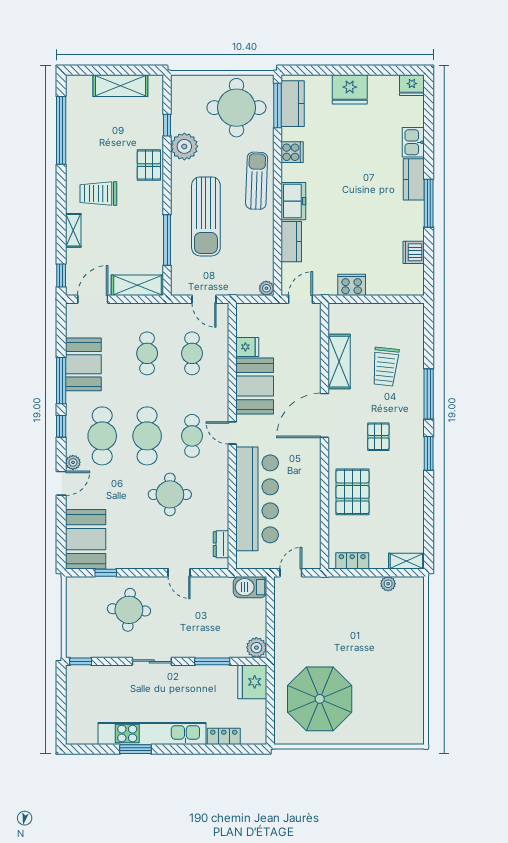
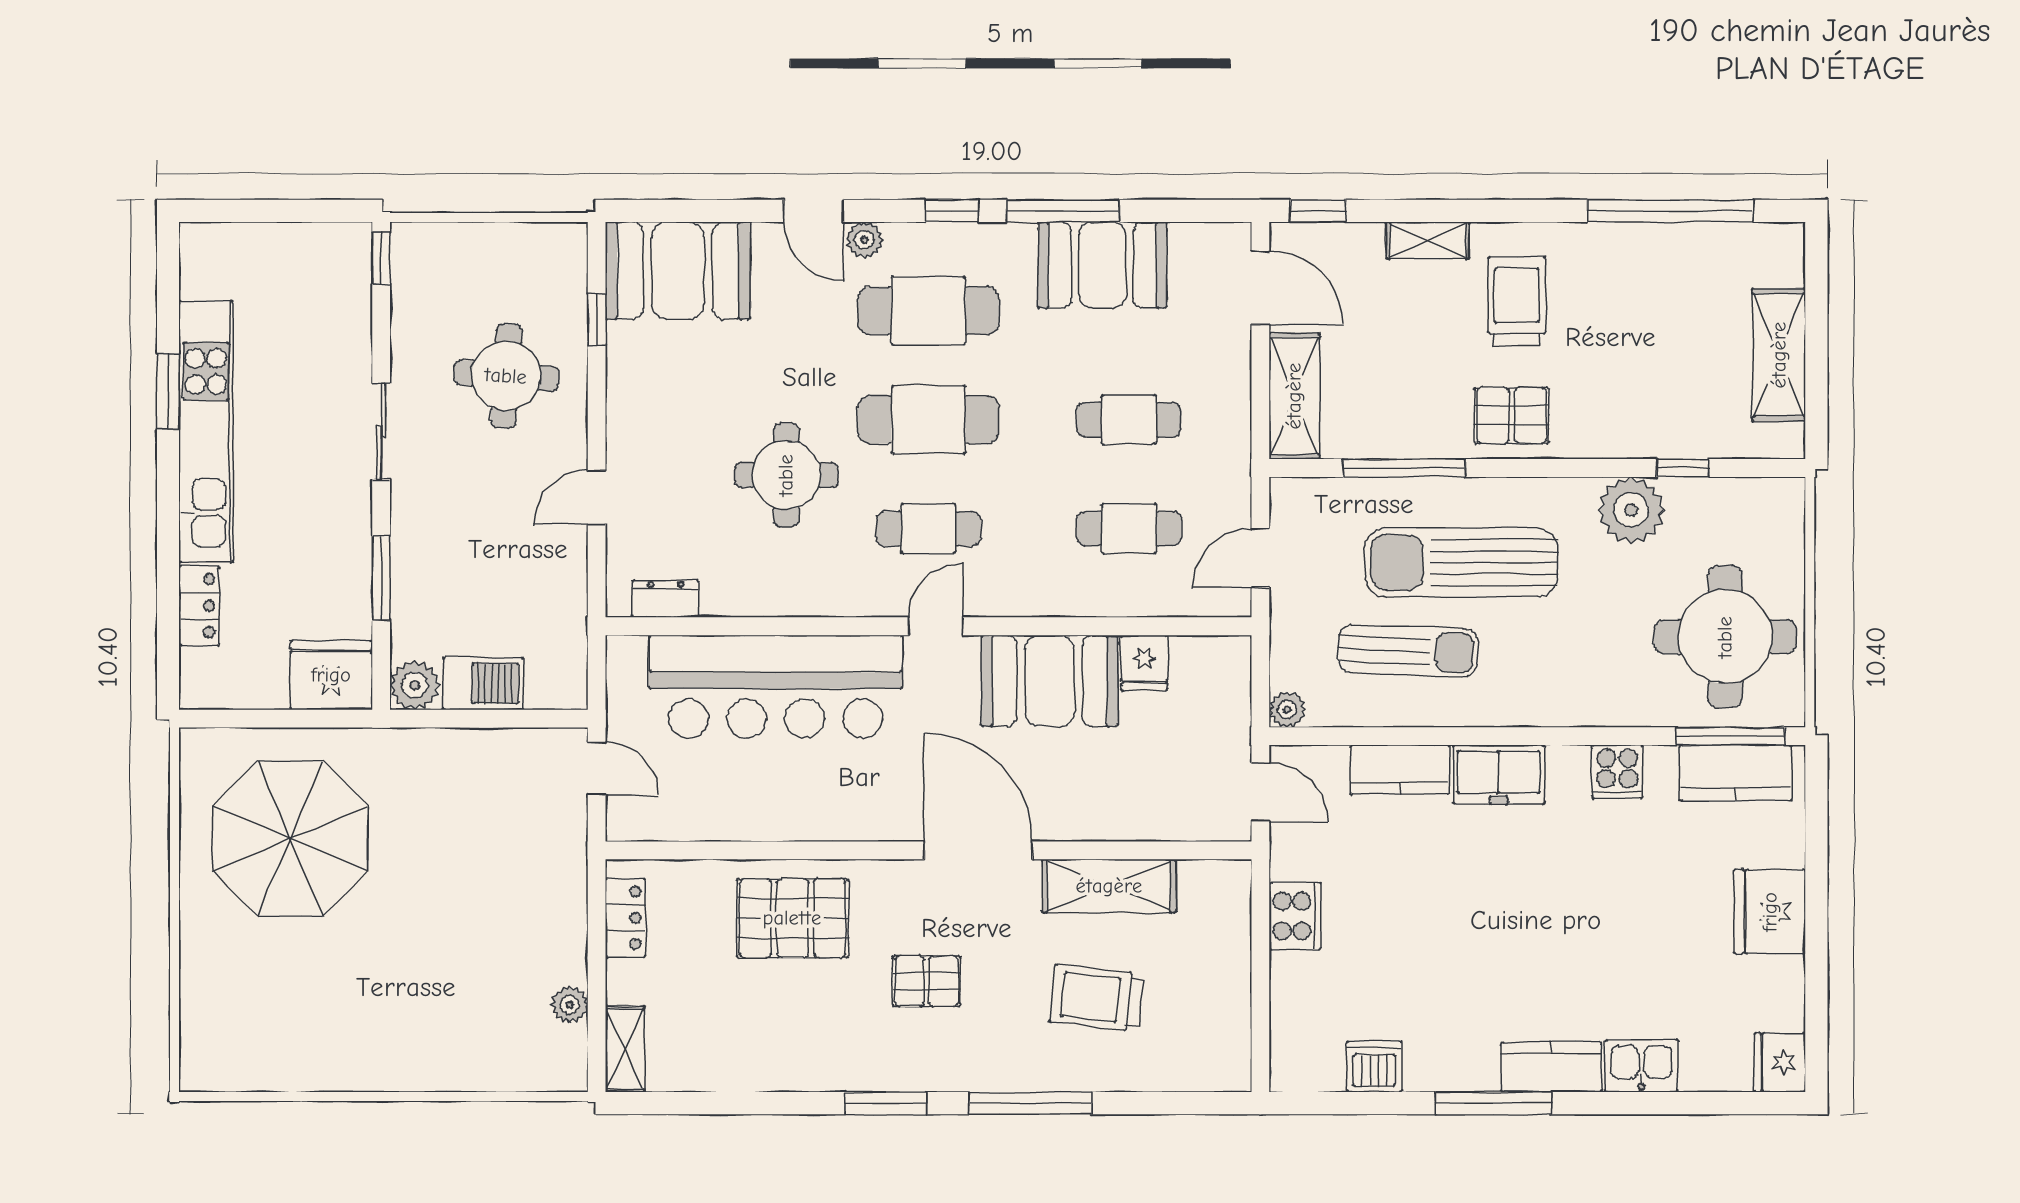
pallet: (149, 165) -> (1512, 416), moved
sun lounger: (257, 181) -> (1408, 651), moved
barbecue: (250, 587) -> (483, 683), moved, turned 90

